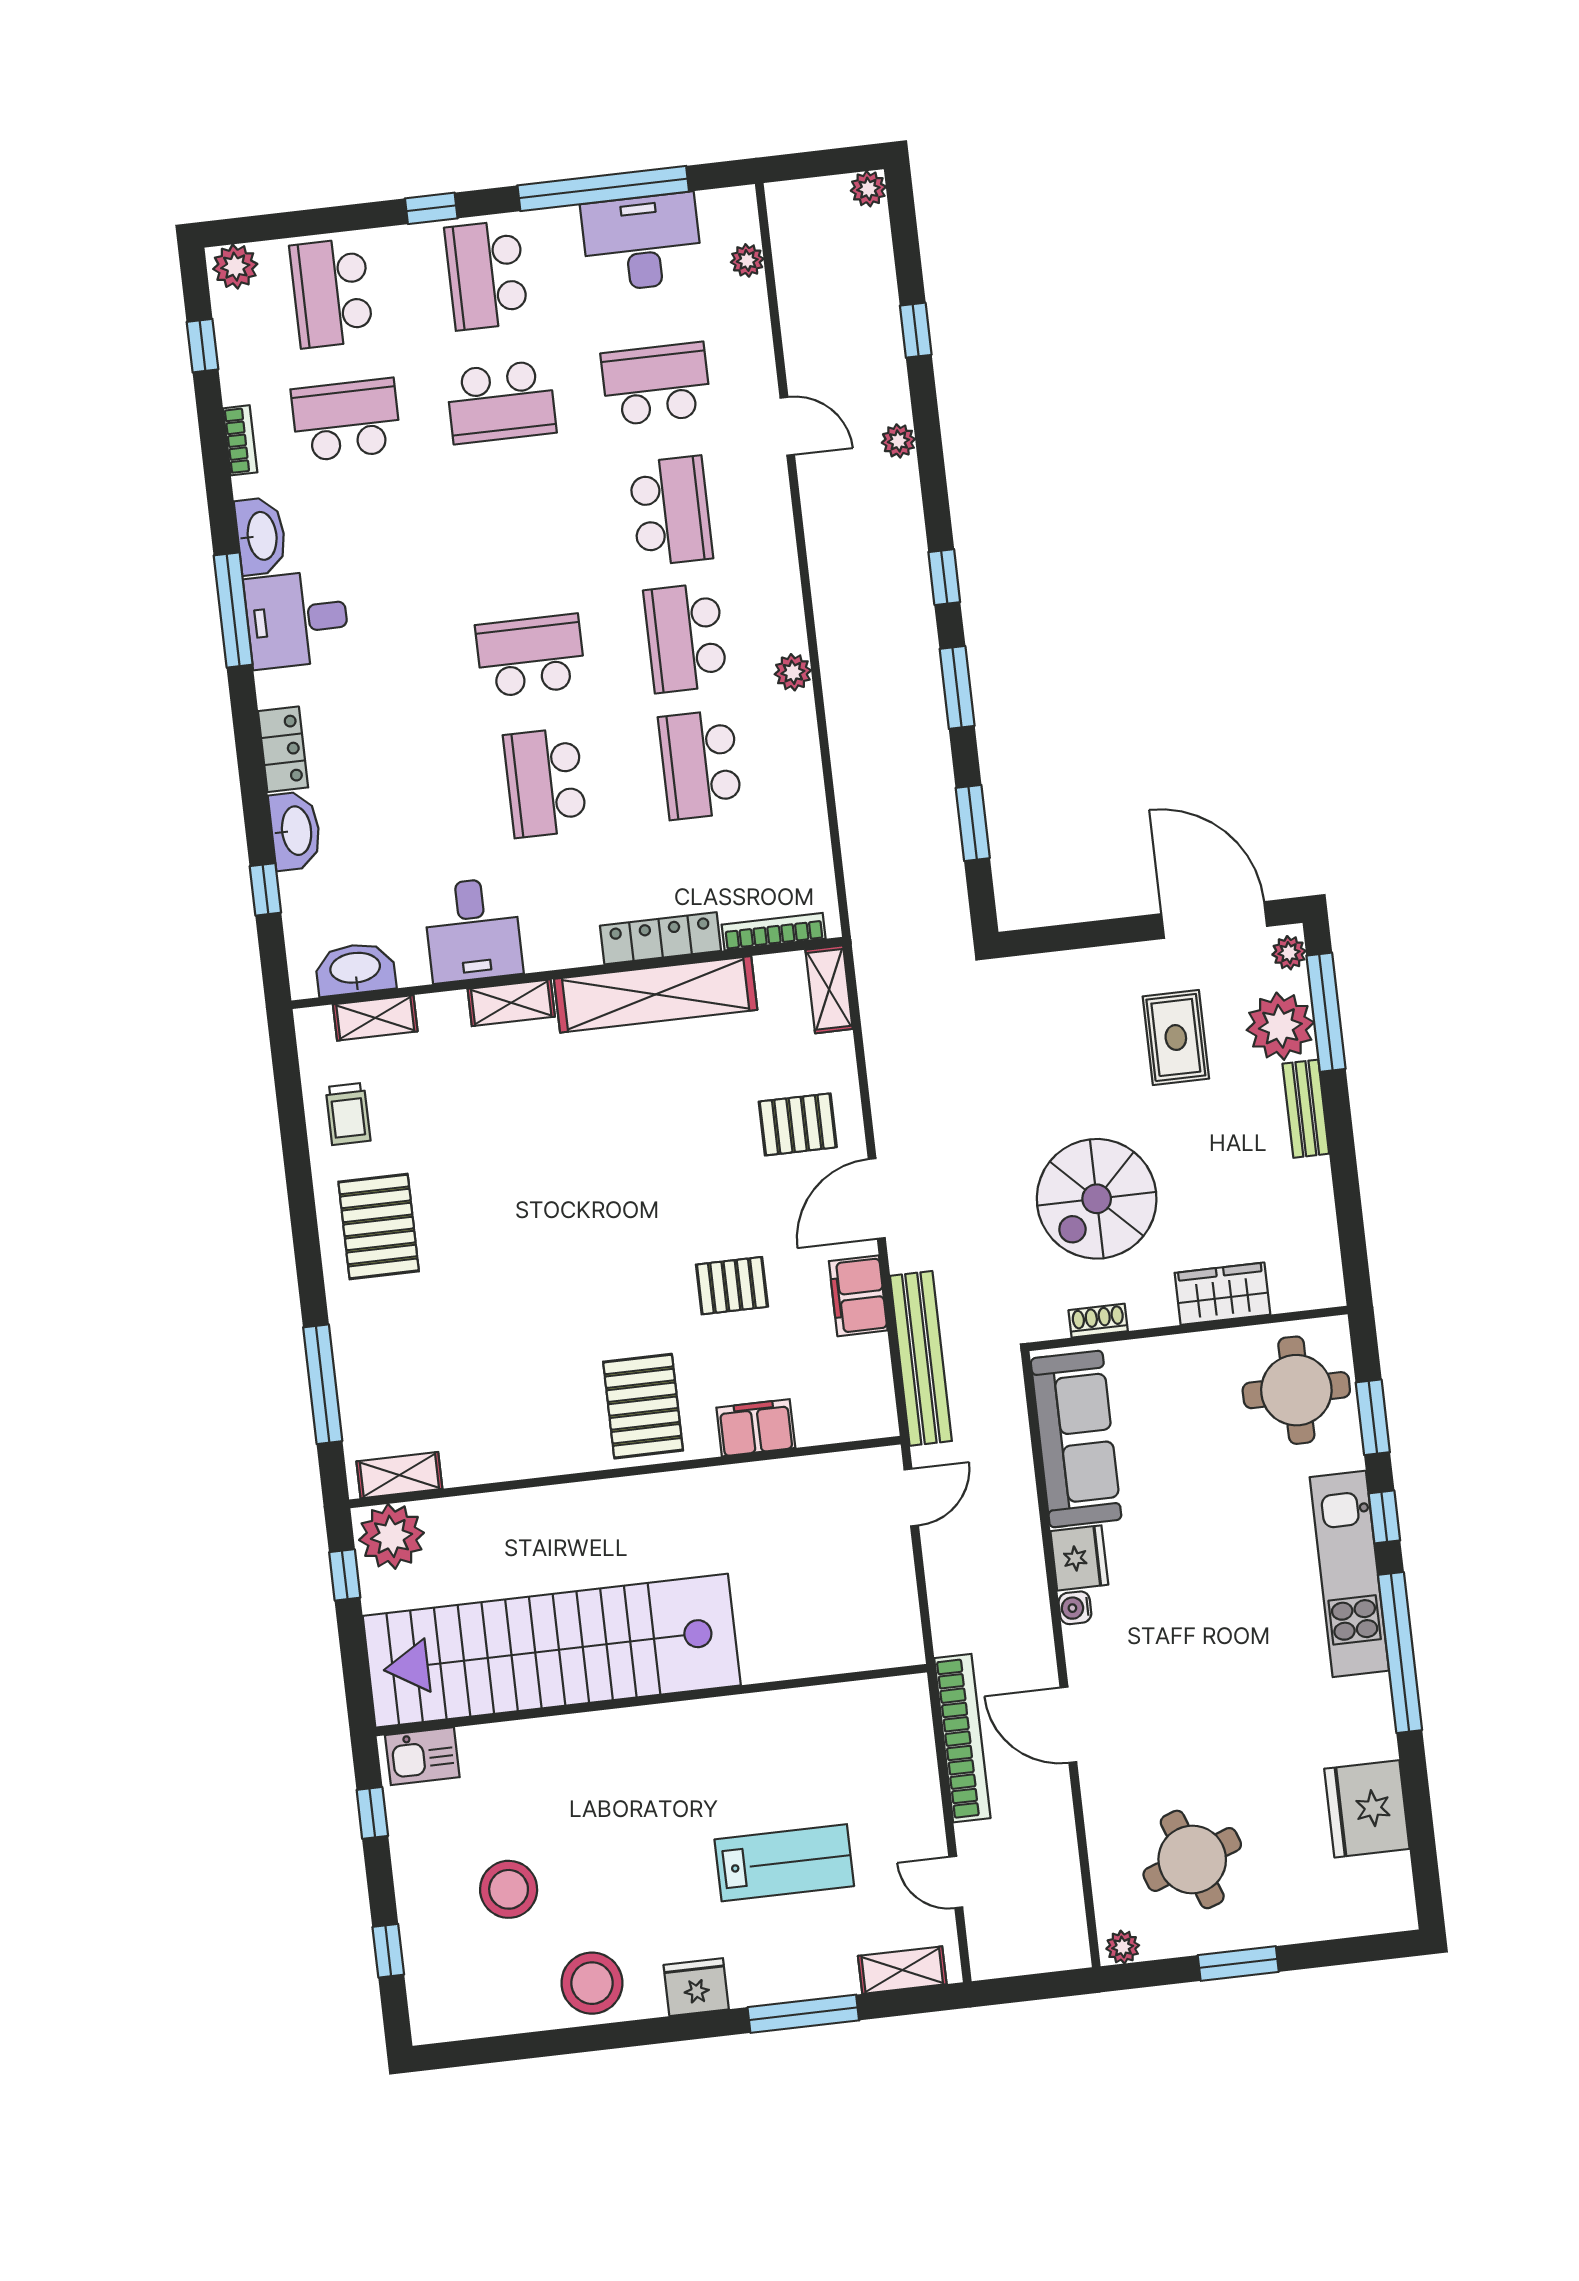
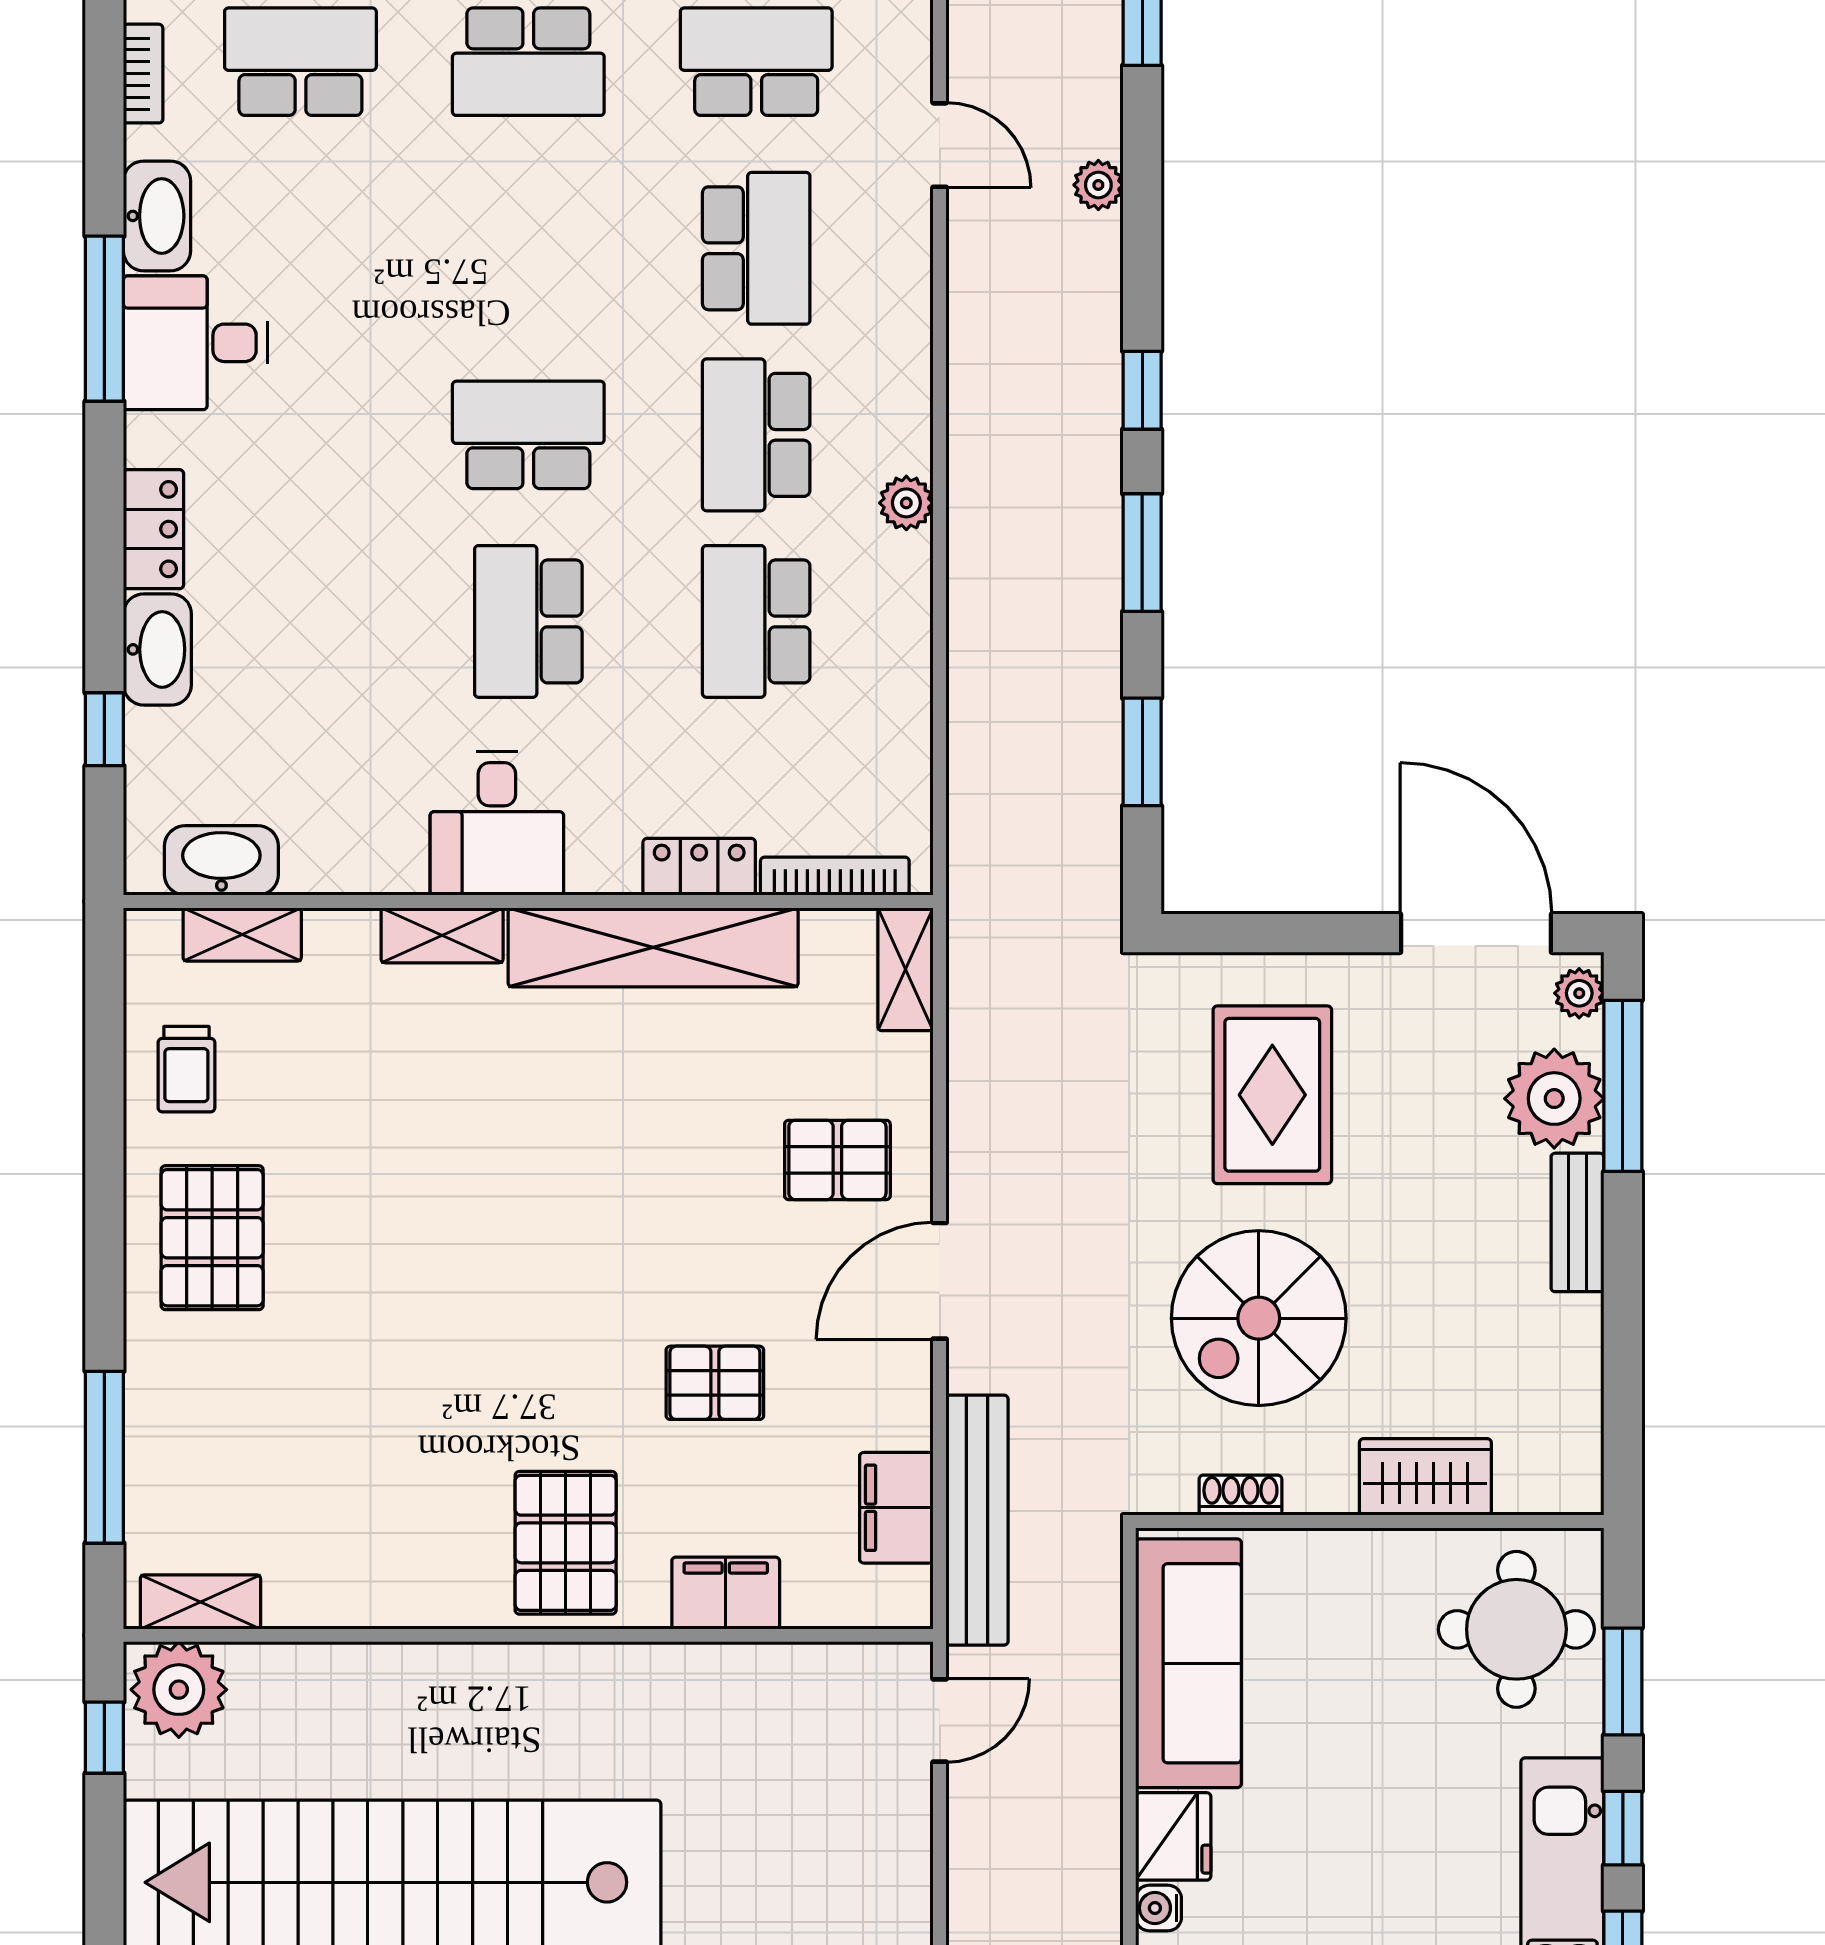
desk: (473, 930) -> (497, 823), moved
locker: (661, 938) -> (699, 867), width x0.66
rug: (1176, 1038) -> (1272, 1095), moved, width x1.36, depth x1.43
filing cabinet: (858, 1296) -> (896, 1508), moved

